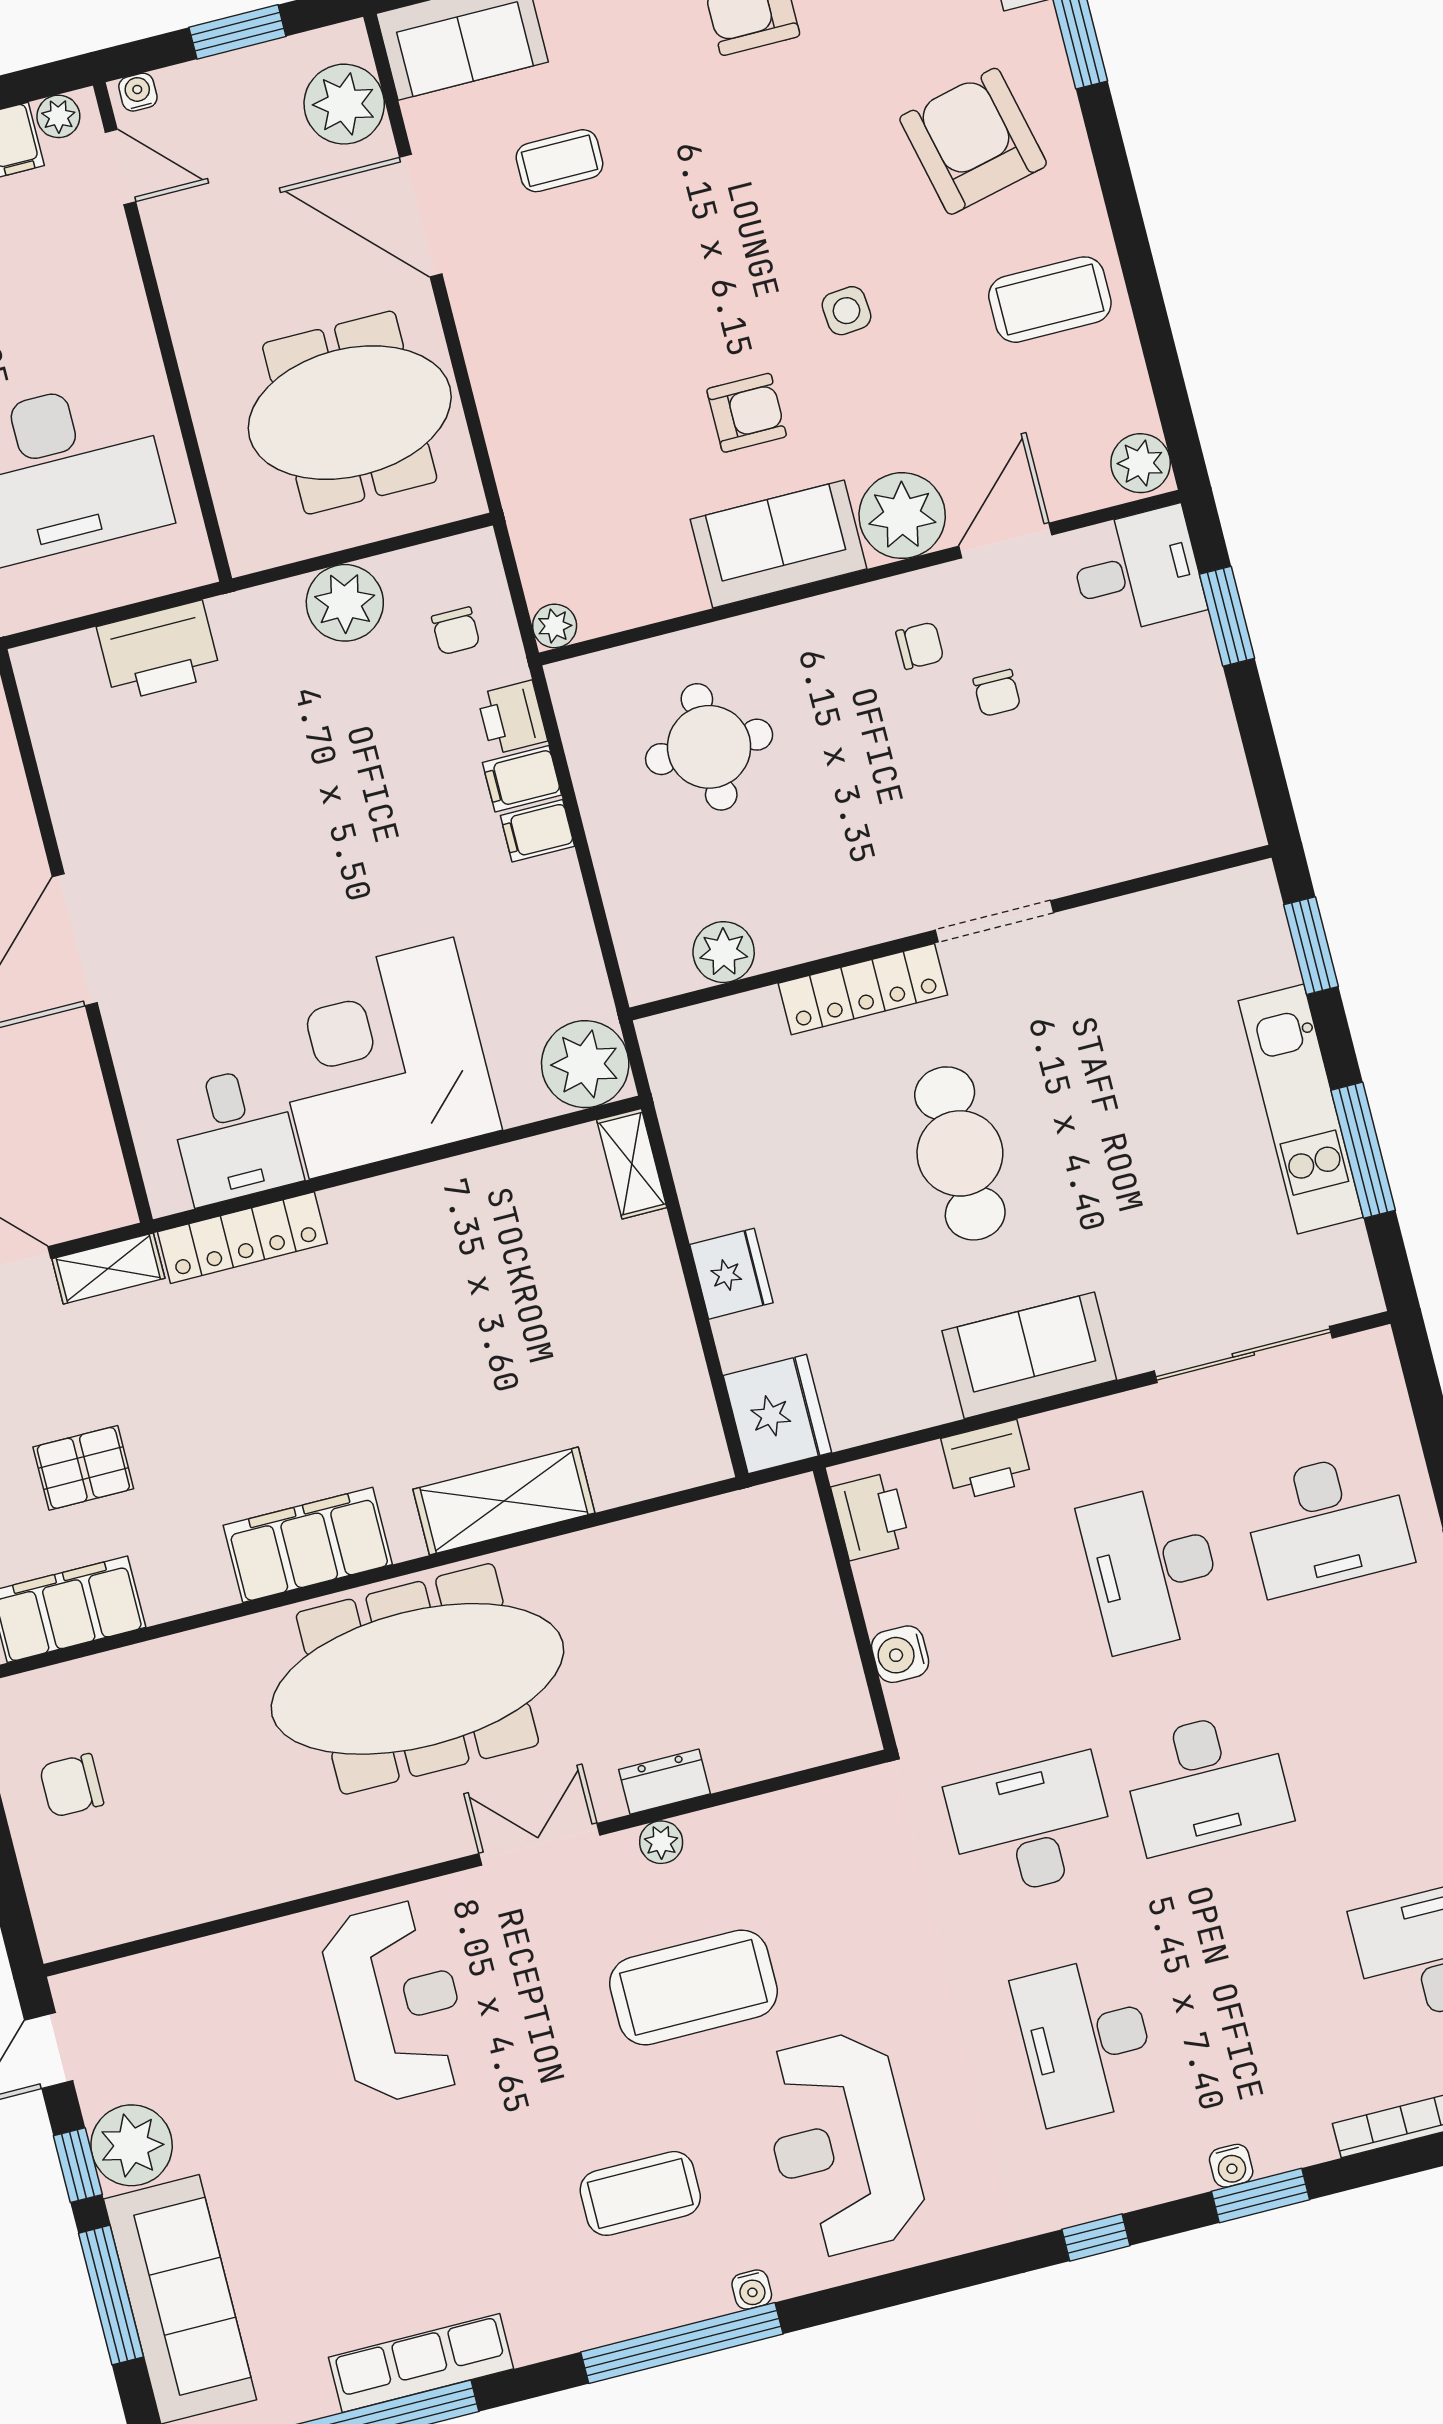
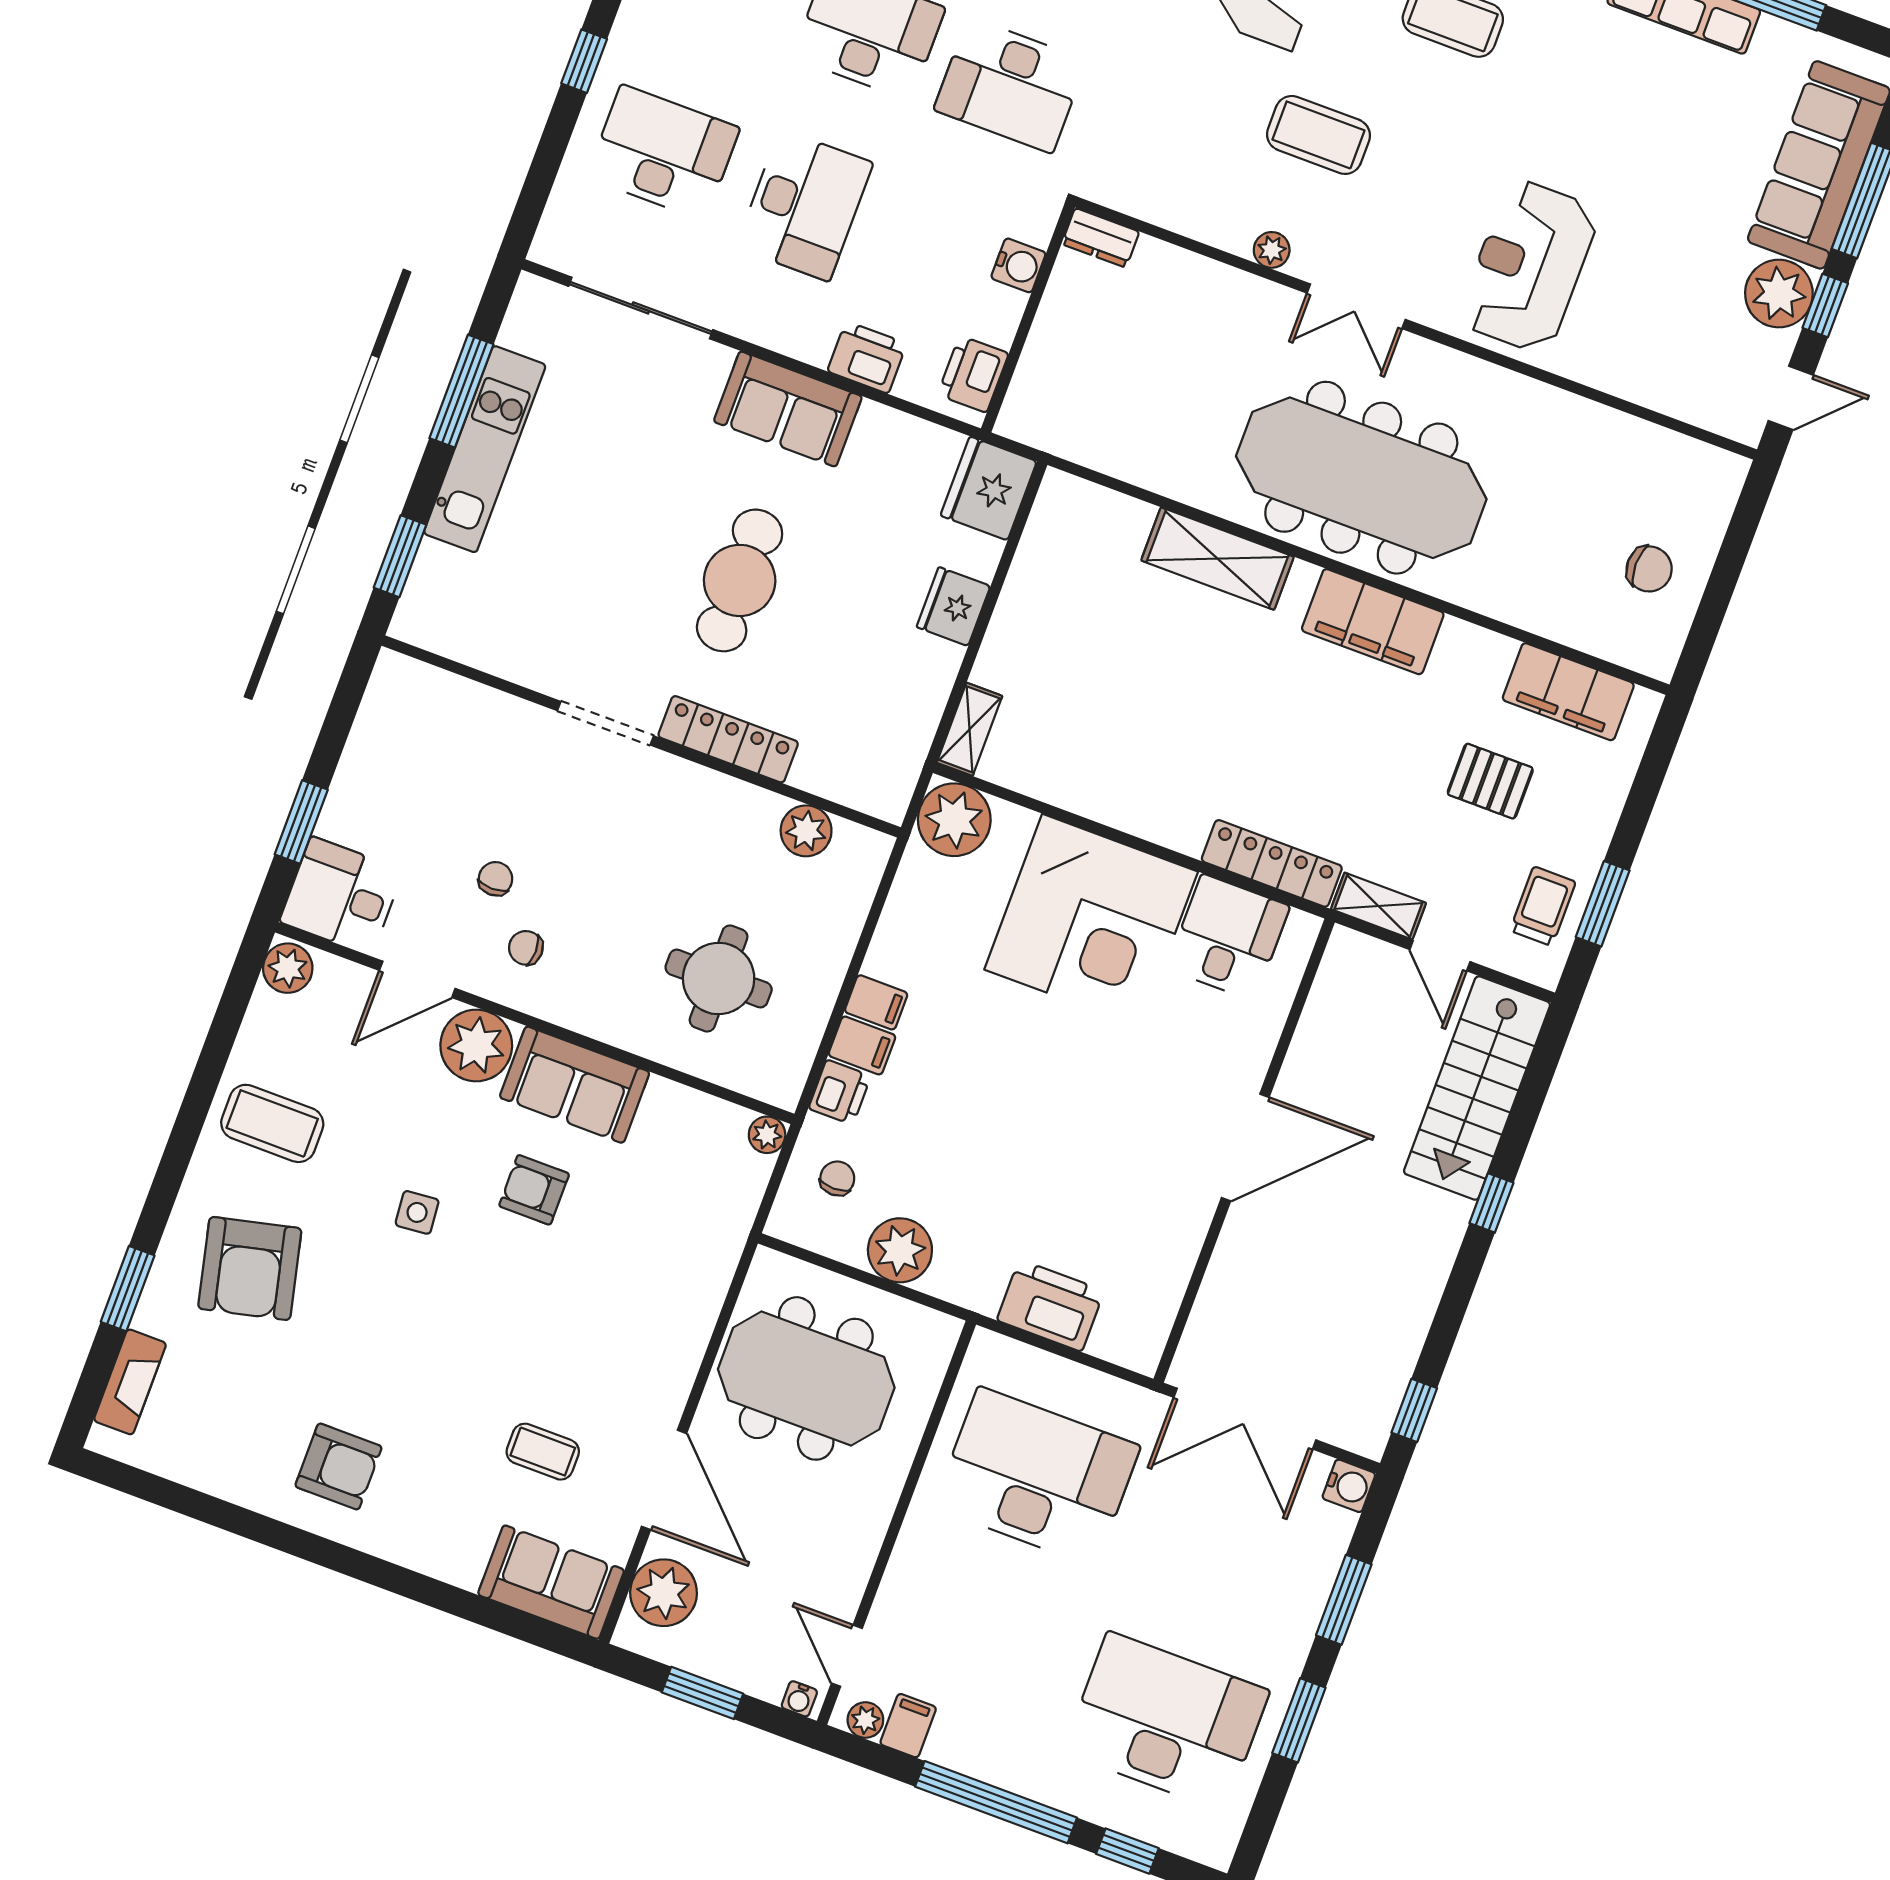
dresser: (665, 1782) -> (1101, 238), moved
coffee table: (693, 1987) -> (1318, 135), width x0.73, depth x0.76

